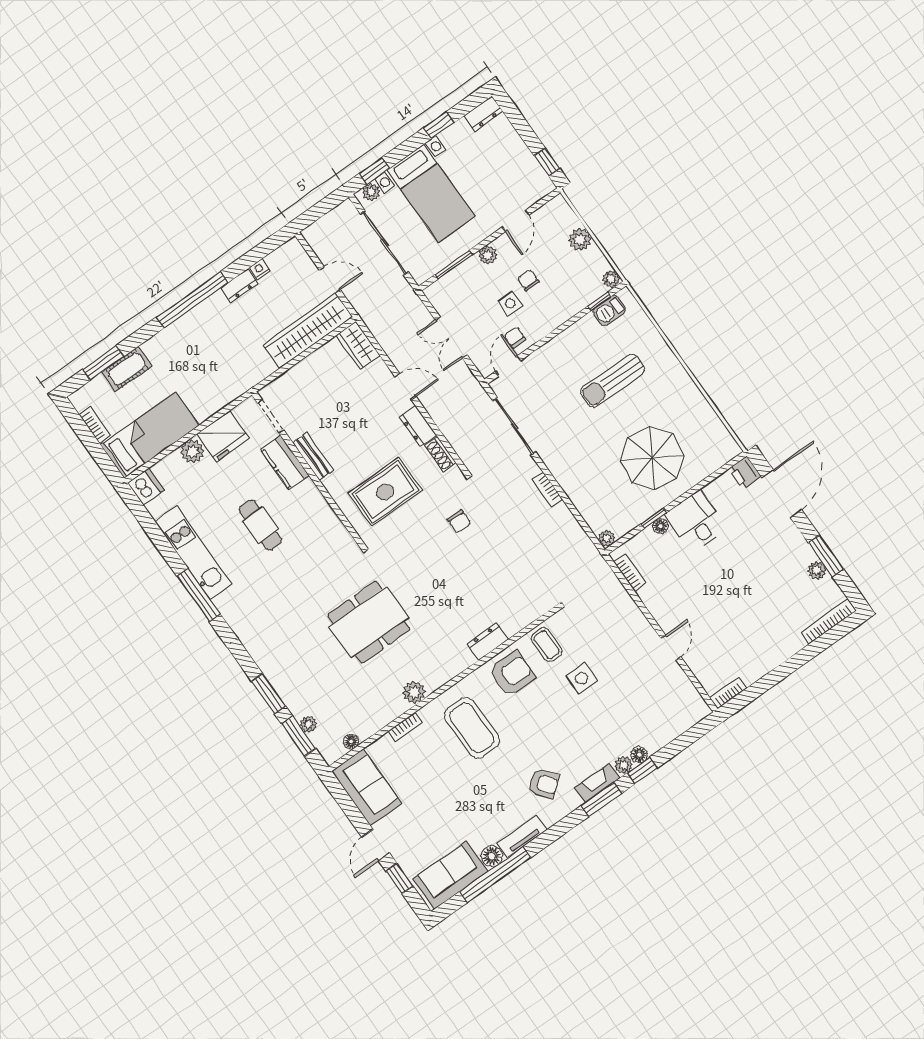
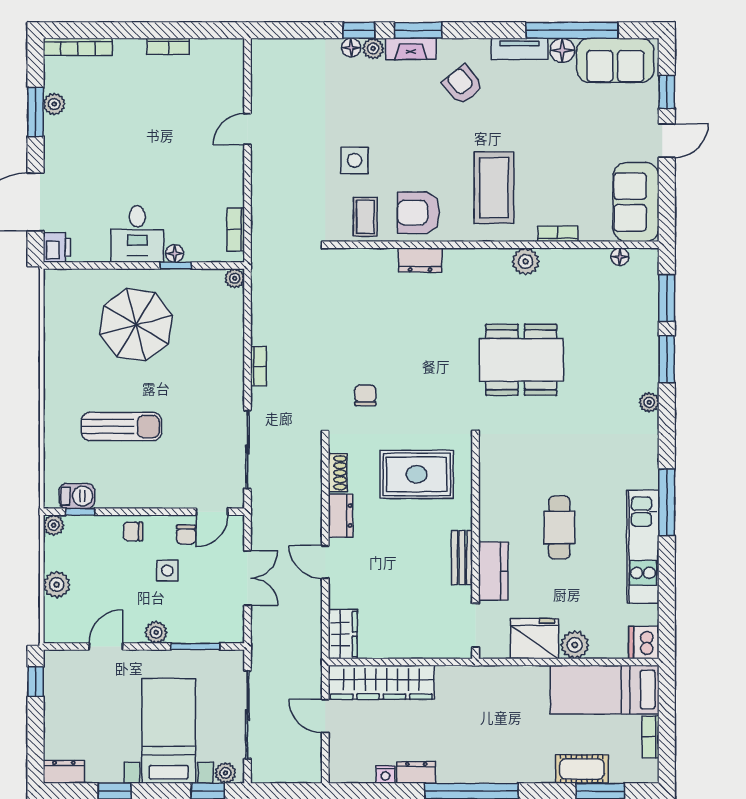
chair: (528, 280) -> (133, 531), moved, turned 90
bookcase: (728, 693) -> (168, 46), moved
plant: (308, 724) -> (649, 402), moved

